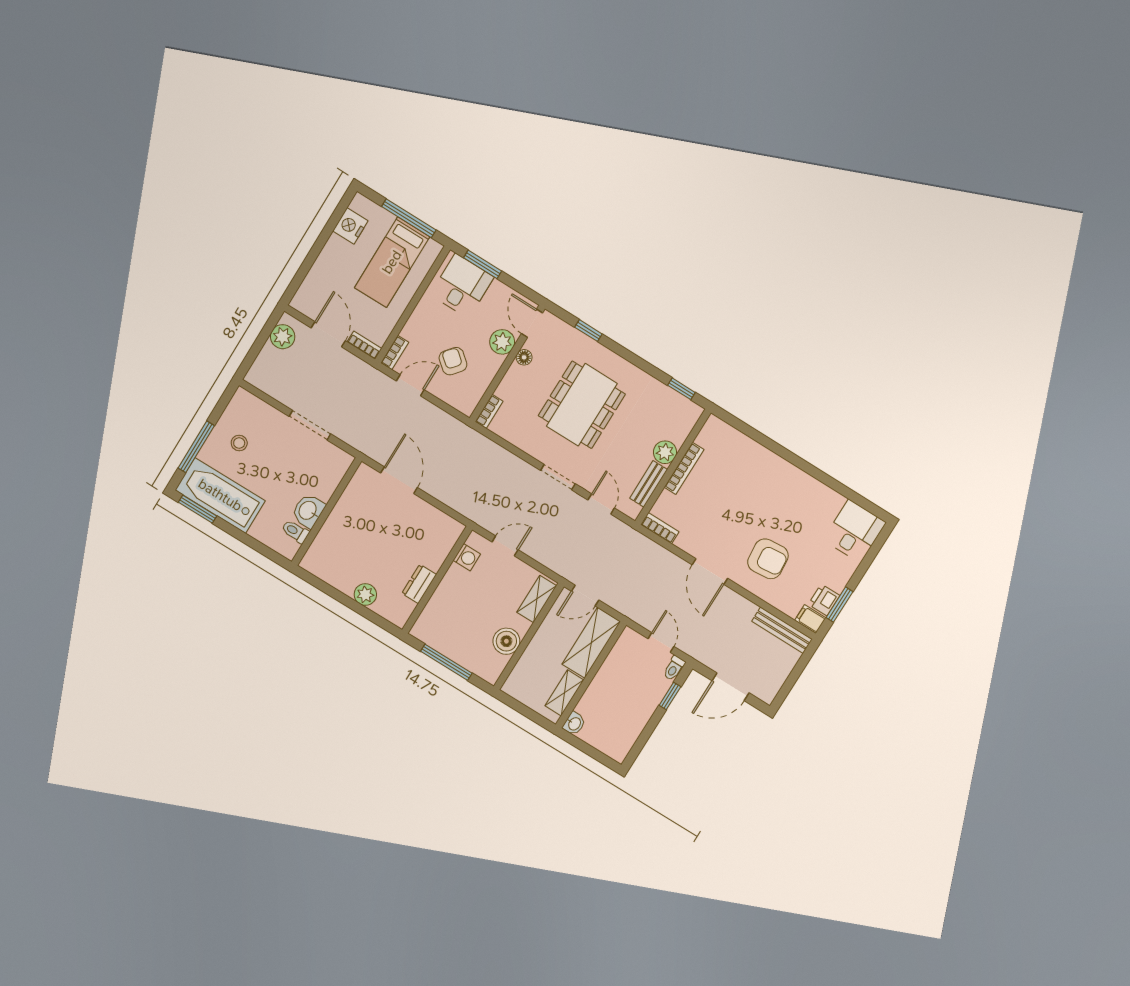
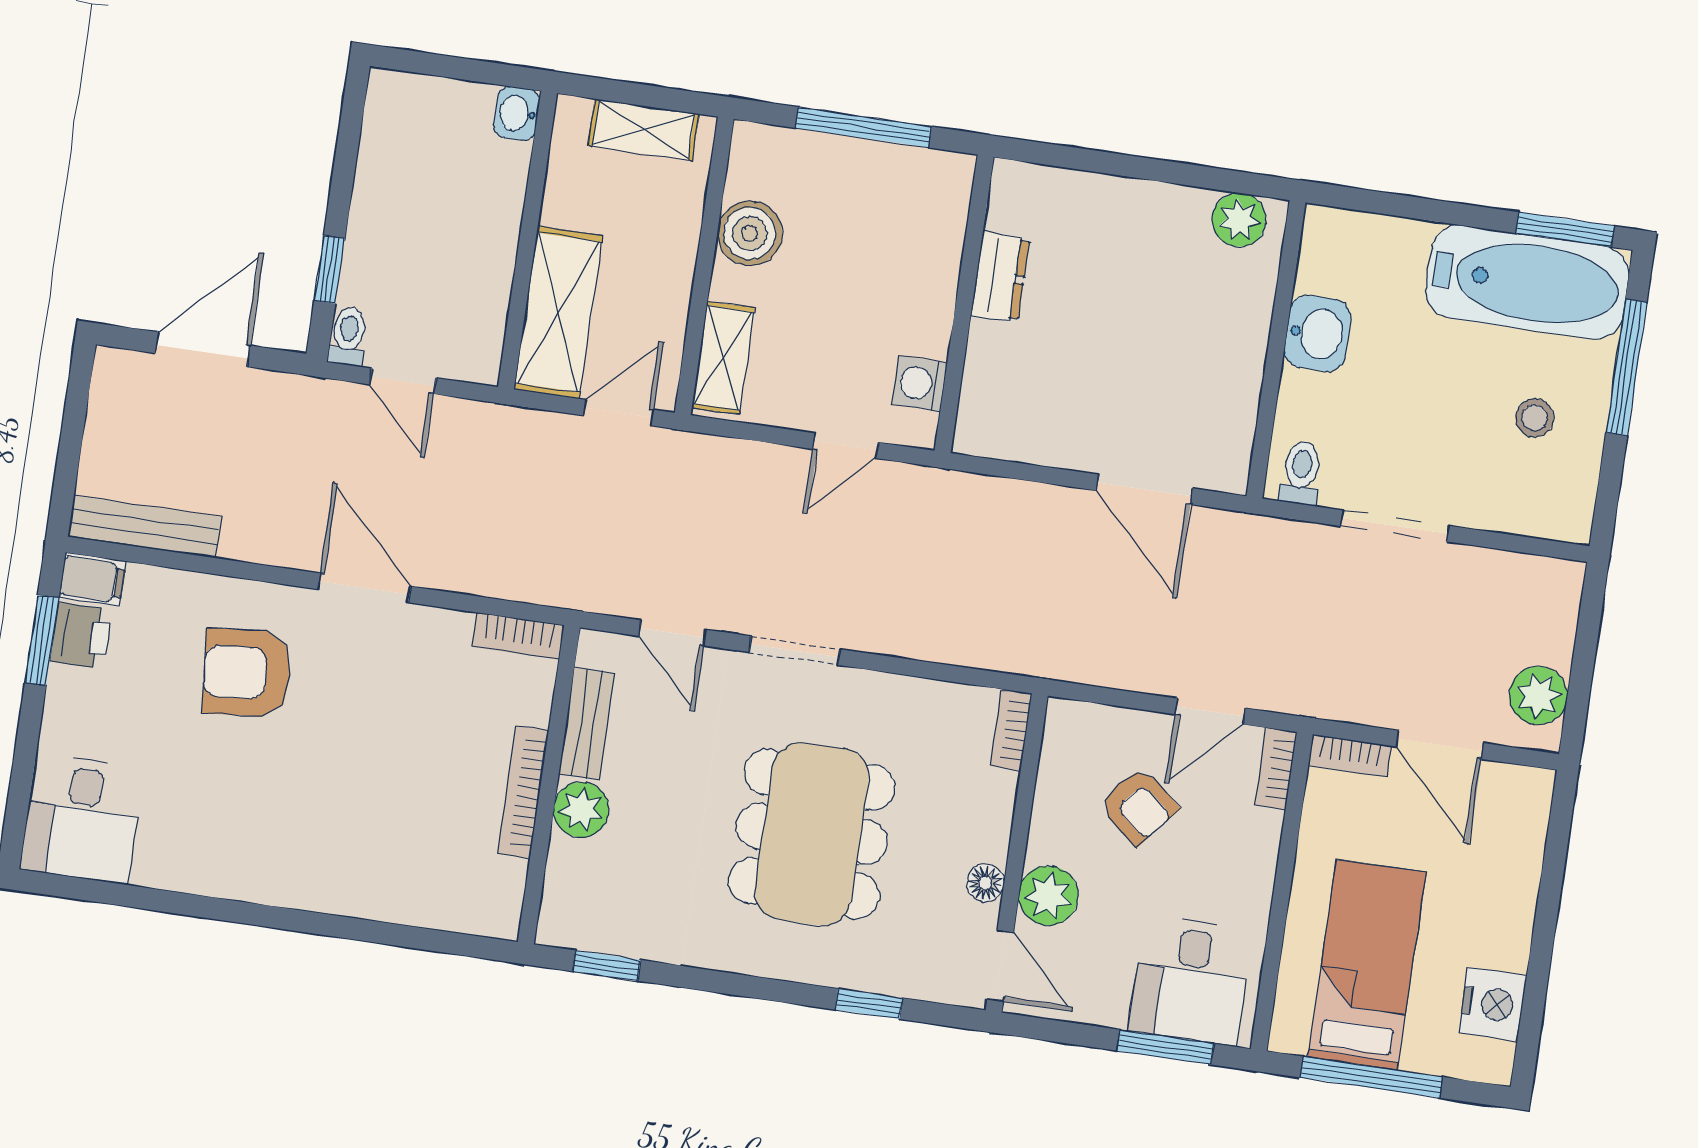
toilet: (295, 532) -> (1301, 473), moved, turned -90
plant: (365, 595) -> (1239, 220), moved
shelving: (564, 693) -> (644, 130), moved, turned 90

